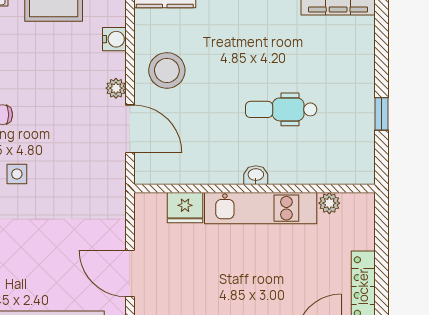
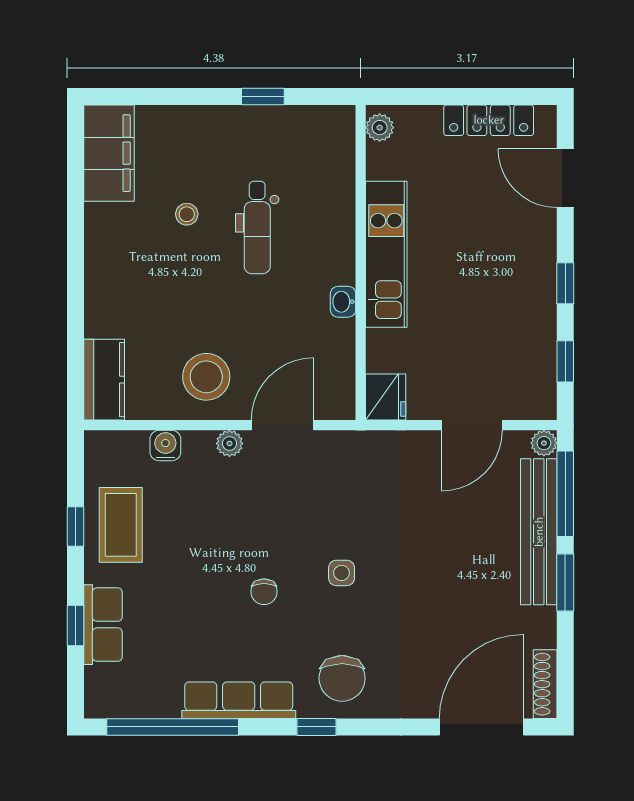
stool: (291, 56) -> (187, 214), added
washbasin: (256, 175) -> (343, 302), moved
plant: (329, 203) -> (380, 128), moved
fridge: (185, 208) -> (386, 397), moved

